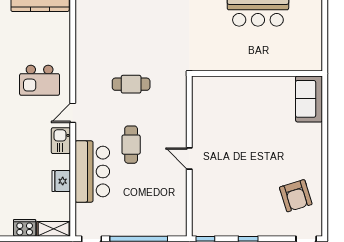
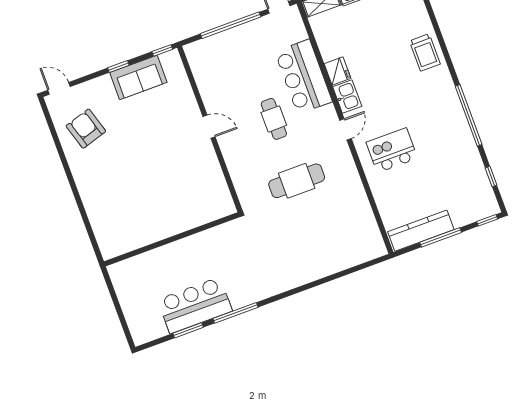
cafe table: (131, 84) -> (297, 181), width x1.37, depth x1.35
sofa: (309, 99) -> (138, 77), moved, turned 90
fridge: (61, 181) -> (337, 71), moved

